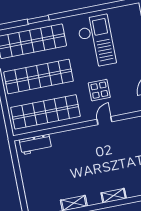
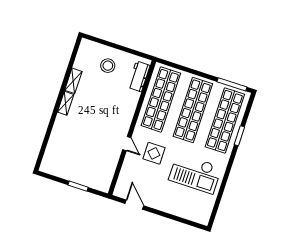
stool: (42, 179) -> (108, 66), added
shelving: (114, 196) -> (66, 103), moved

